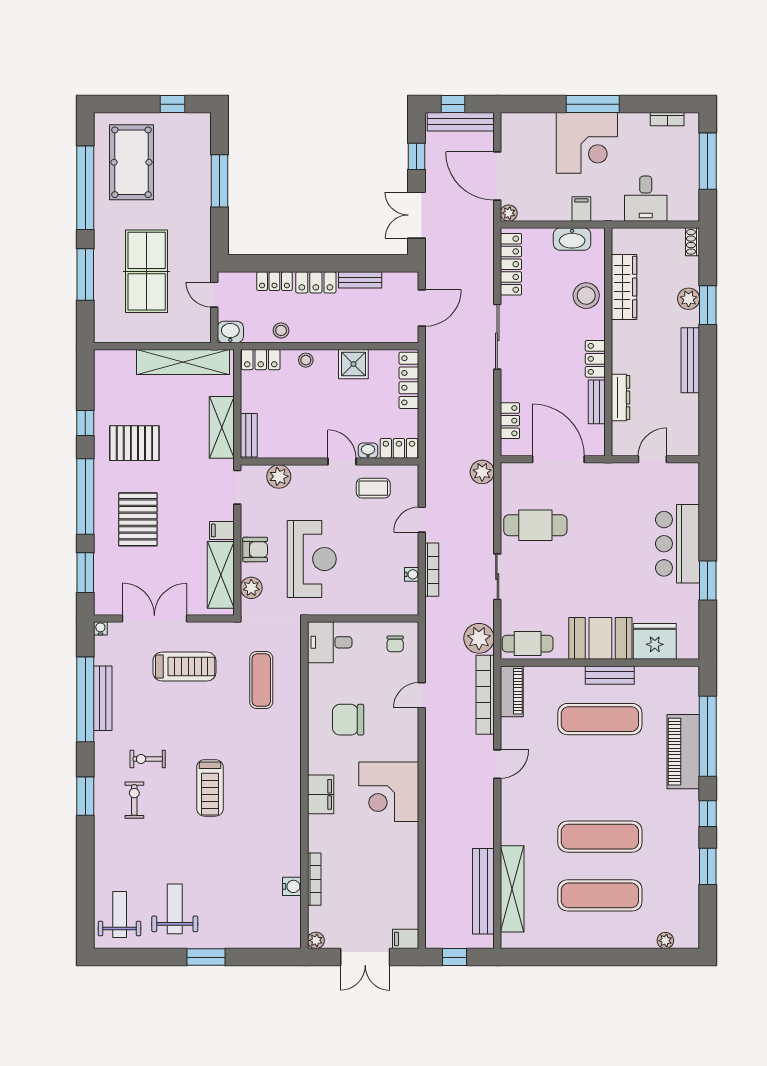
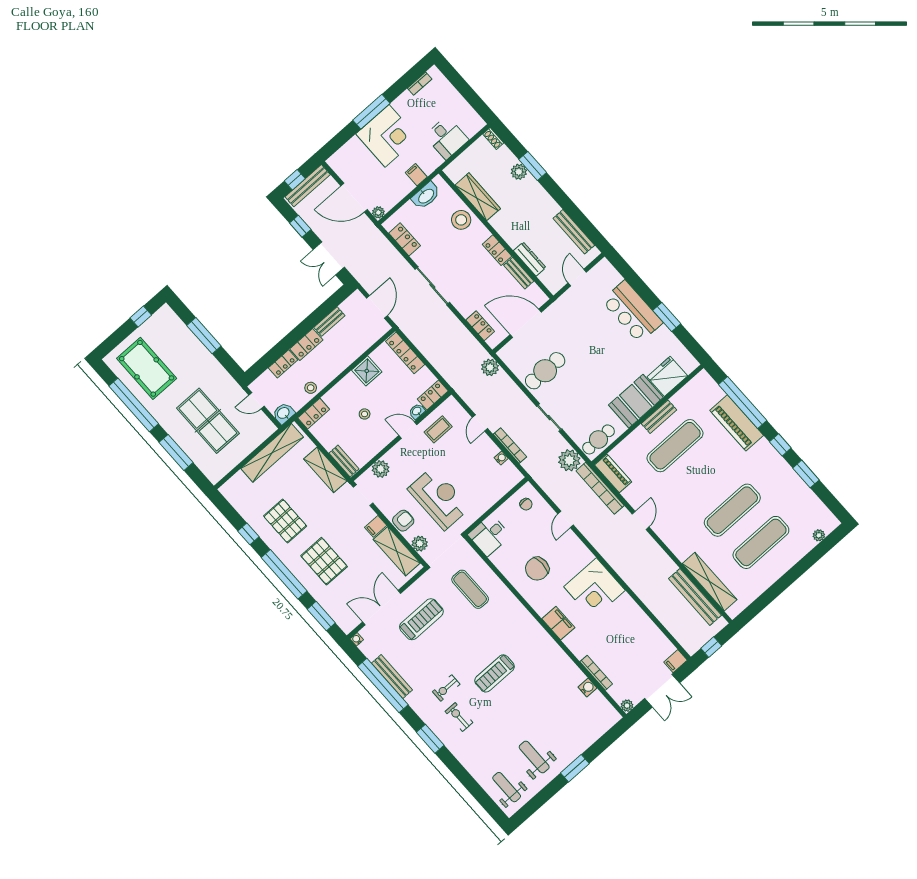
window: (708, 161) -> (462, 87), removed
locker: (511, 264) -> (405, 239), width x0.66
stool: (306, 360) -> (365, 414), moved
bench: (690, 360) -> (574, 232), moved
pallet: (134, 443) -> (285, 521), turned 90
treadmill: (210, 788) -> (495, 673), turned 90

